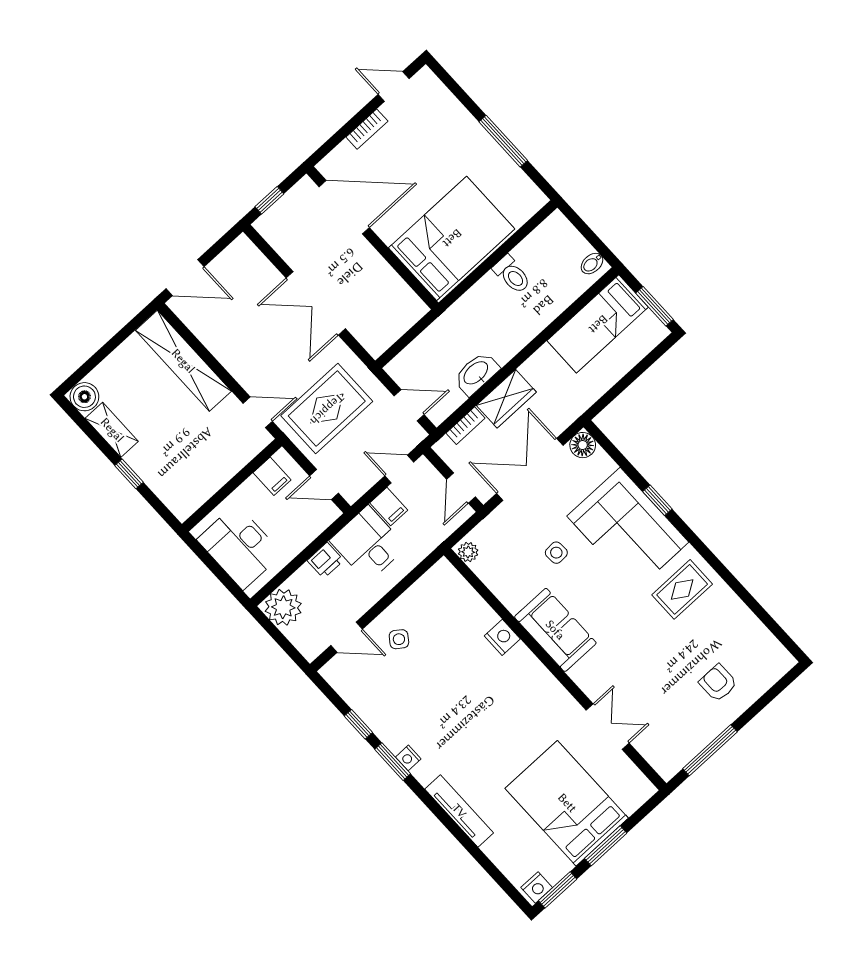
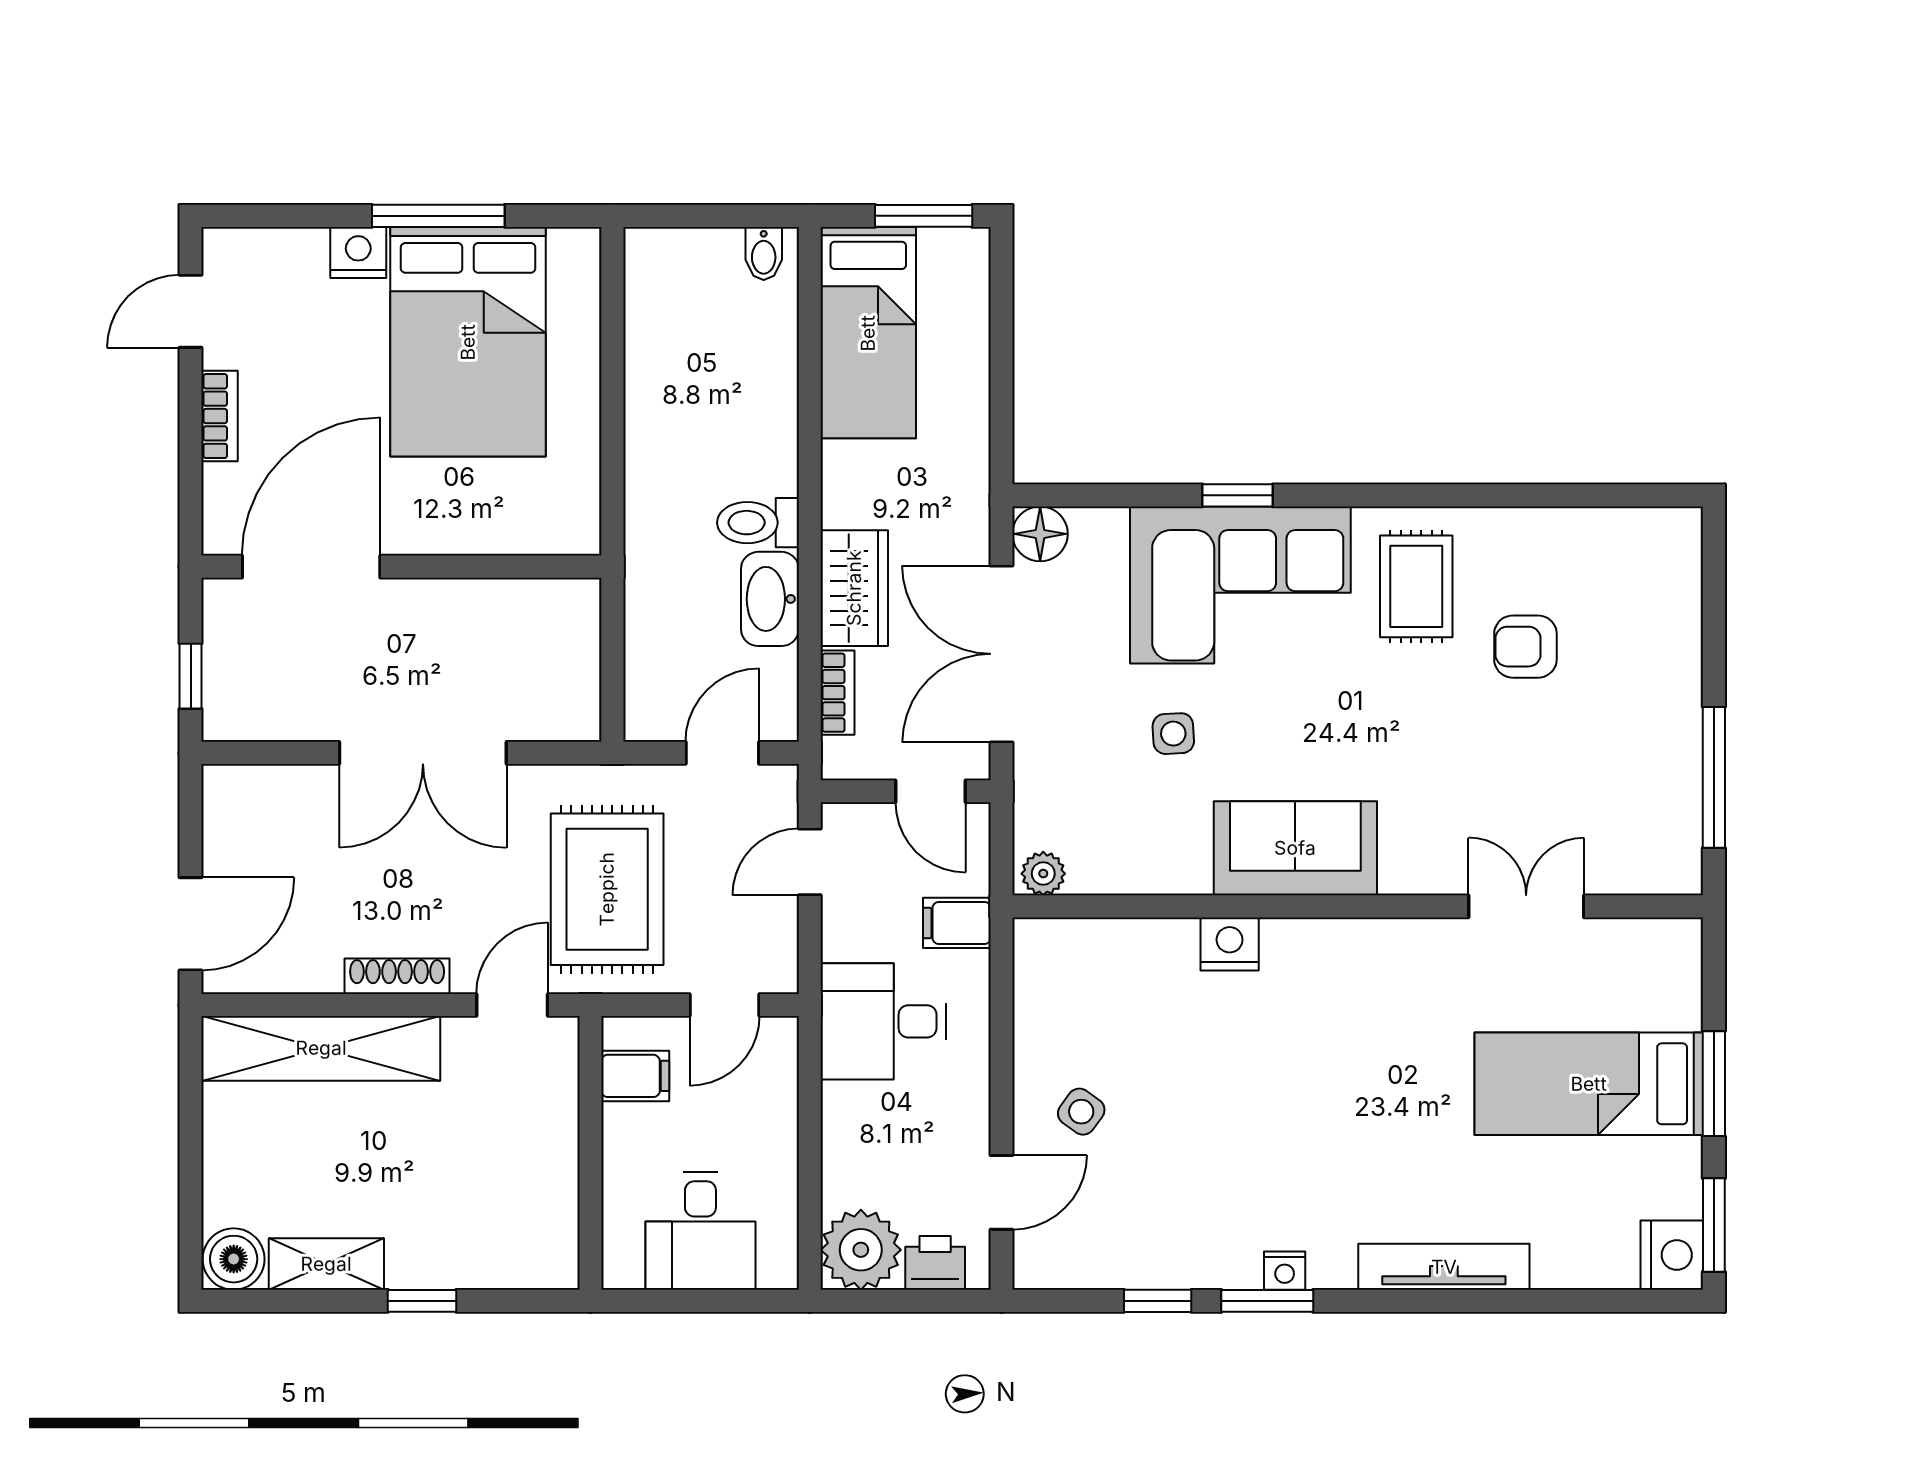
nightstand: (466, 125) -> (358, 252), added
bed: (452, 238) -> (468, 342), moved, turned 180
toilet: (512, 275) -> (758, 523), moved, turned 180
shoe rack: (232, 364) -> (397, 976), added
filing cabinet: (389, 506) -> (957, 923), moved, turned 180
desk: (240, 547) -> (700, 1231), width x0.73
printer: (325, 560) -> (935, 1263), moved, turned -90
armchair: (718, 683) -> (1525, 647), moved
bed: (567, 803) -> (1589, 1084), width x0.67
nightstand: (537, 887) -> (1672, 1255), width x1.36, depth x1.33

